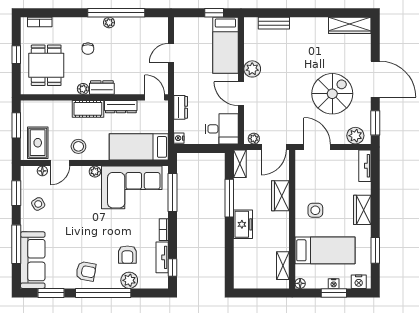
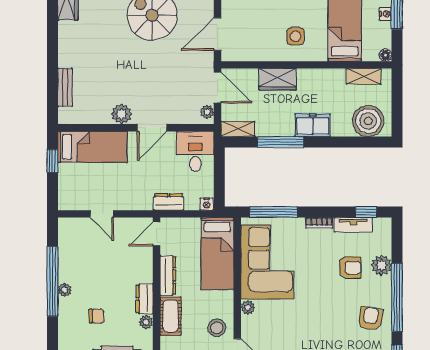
boiler: (246, 269) -> (368, 121), added

